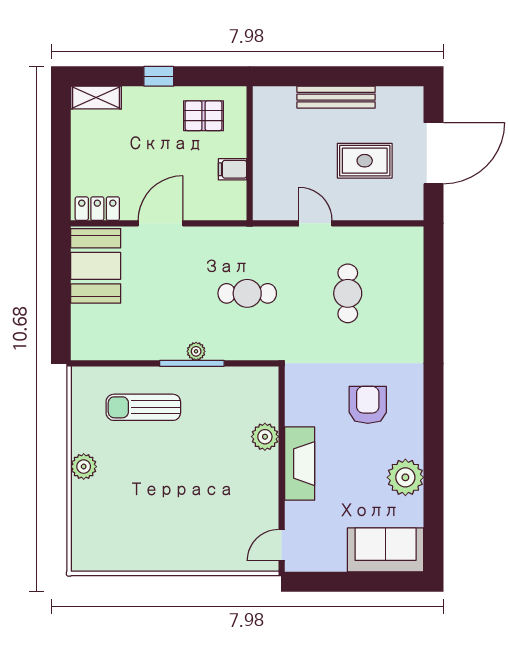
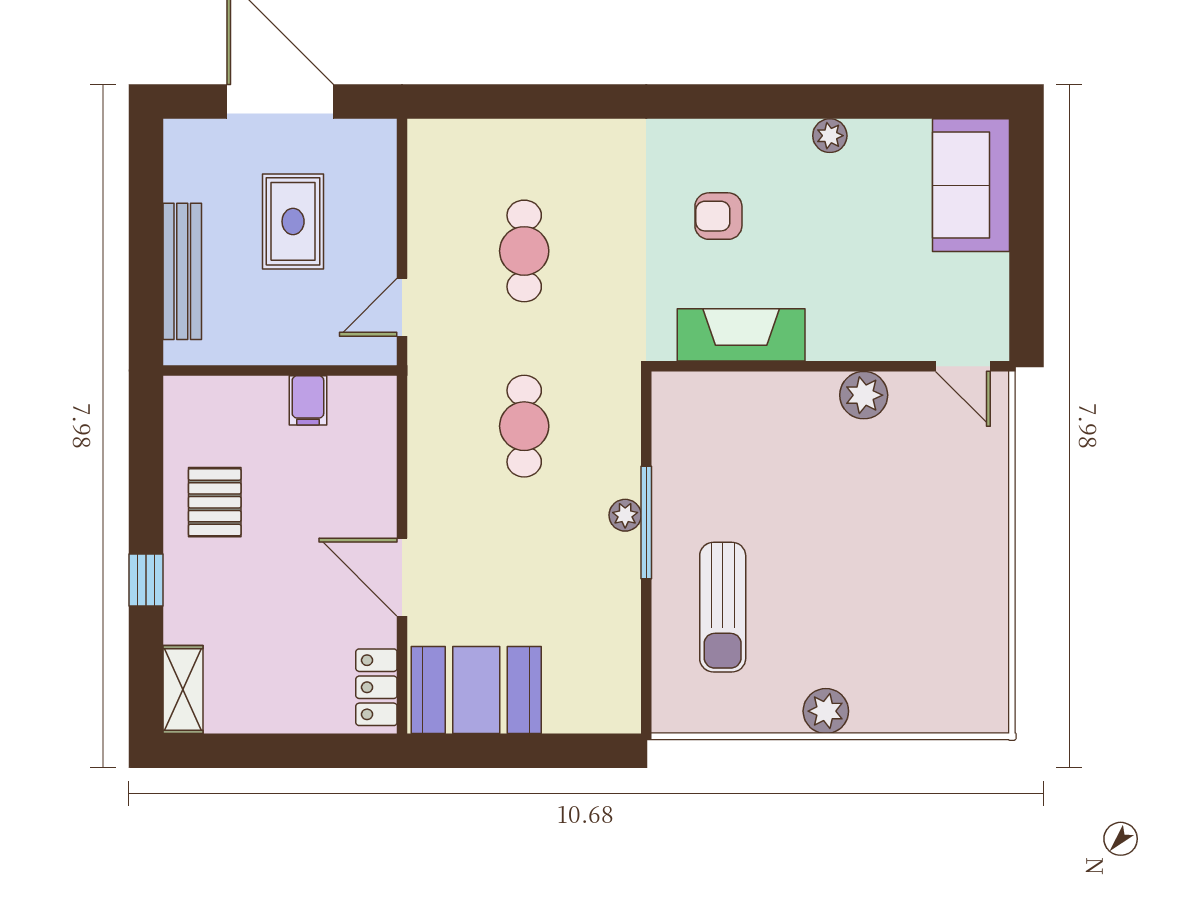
wall: (250, 153) -> (280, 370), moved
filing cabinet: (233, 169) -> (308, 400), moved
cafe table: (348, 293) -> (524, 251), turned 90
armchair: (368, 405) -> (718, 216), width x0.72, depth x0.72
plant: (265, 437) -> (864, 395), moved
fireplace: (300, 464) -> (741, 335), moved
plant: (405, 477) -> (830, 136), width x0.53, depth x0.53

